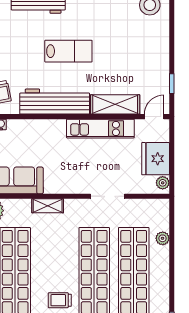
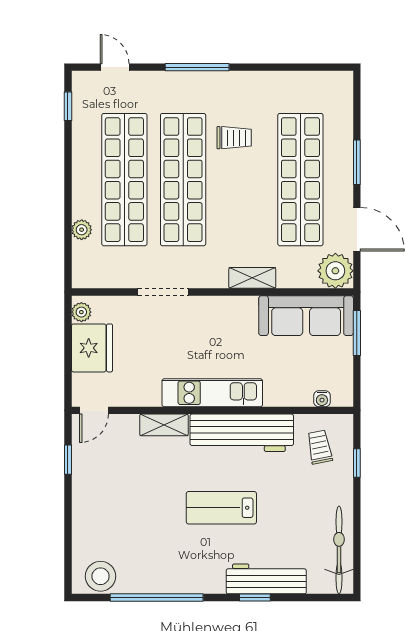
shelving: (115, 104) -> (164, 425), width x0.67, depth x0.75
kitchen unit: (100, 129) -> (212, 393), moved

